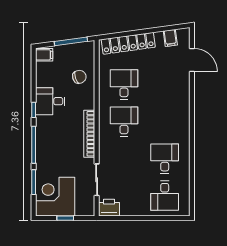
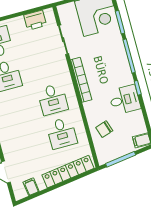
printer: (109, 208) -> (35, 20), moved

